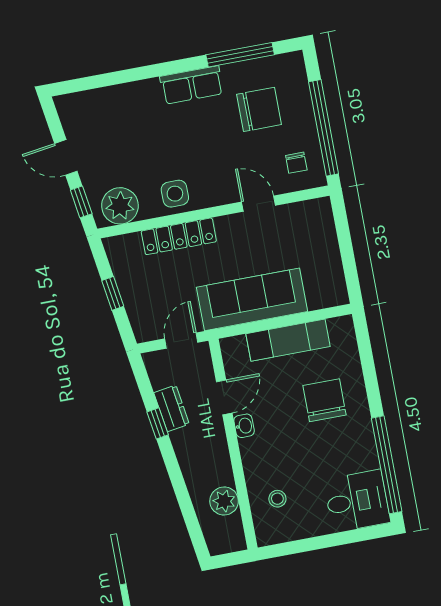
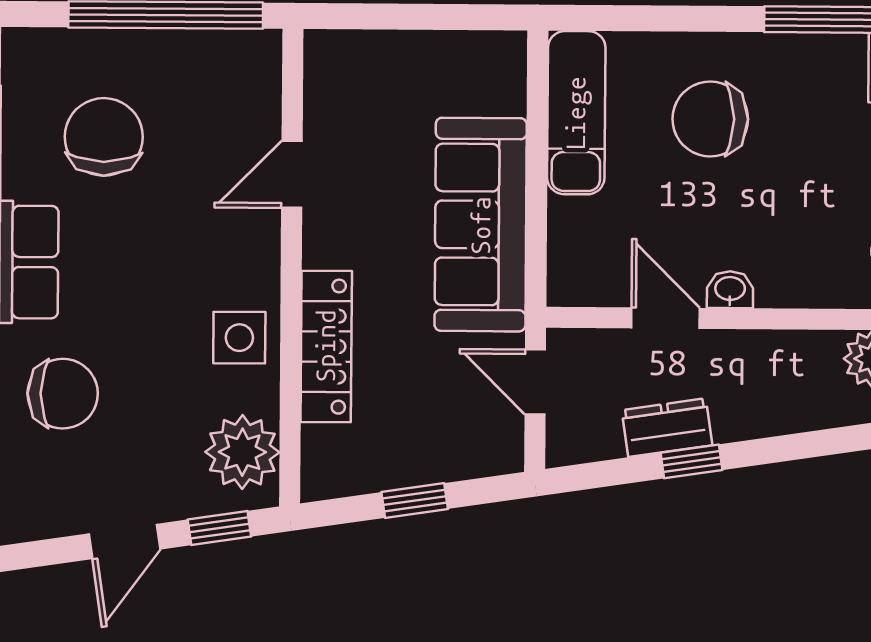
chair: (296, 163) -> (63, 394), moved, width x1.87, depth x1.87
exam couch: (288, 340) -> (576, 113), moved

